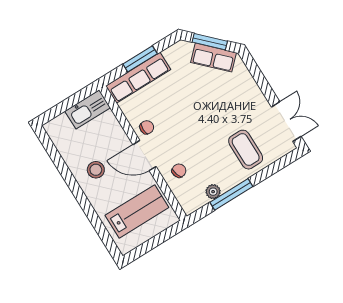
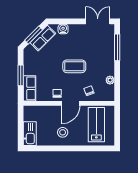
row of seats: (138, 78) -> (29, 88), width x0.68
water cooler: (245, 79) -> (63, 29), added
kitchen sink: (88, 109) -> (30, 134), moved
coffee table: (246, 150) -> (74, 66), moved
window: (231, 194) -> (117, 47), moved

